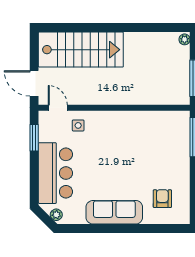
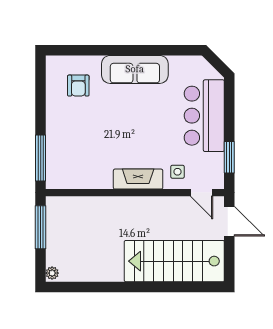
fireplace: (112, 119) -> (138, 179), added
plant: (56, 215) -> (203, 67), removed

